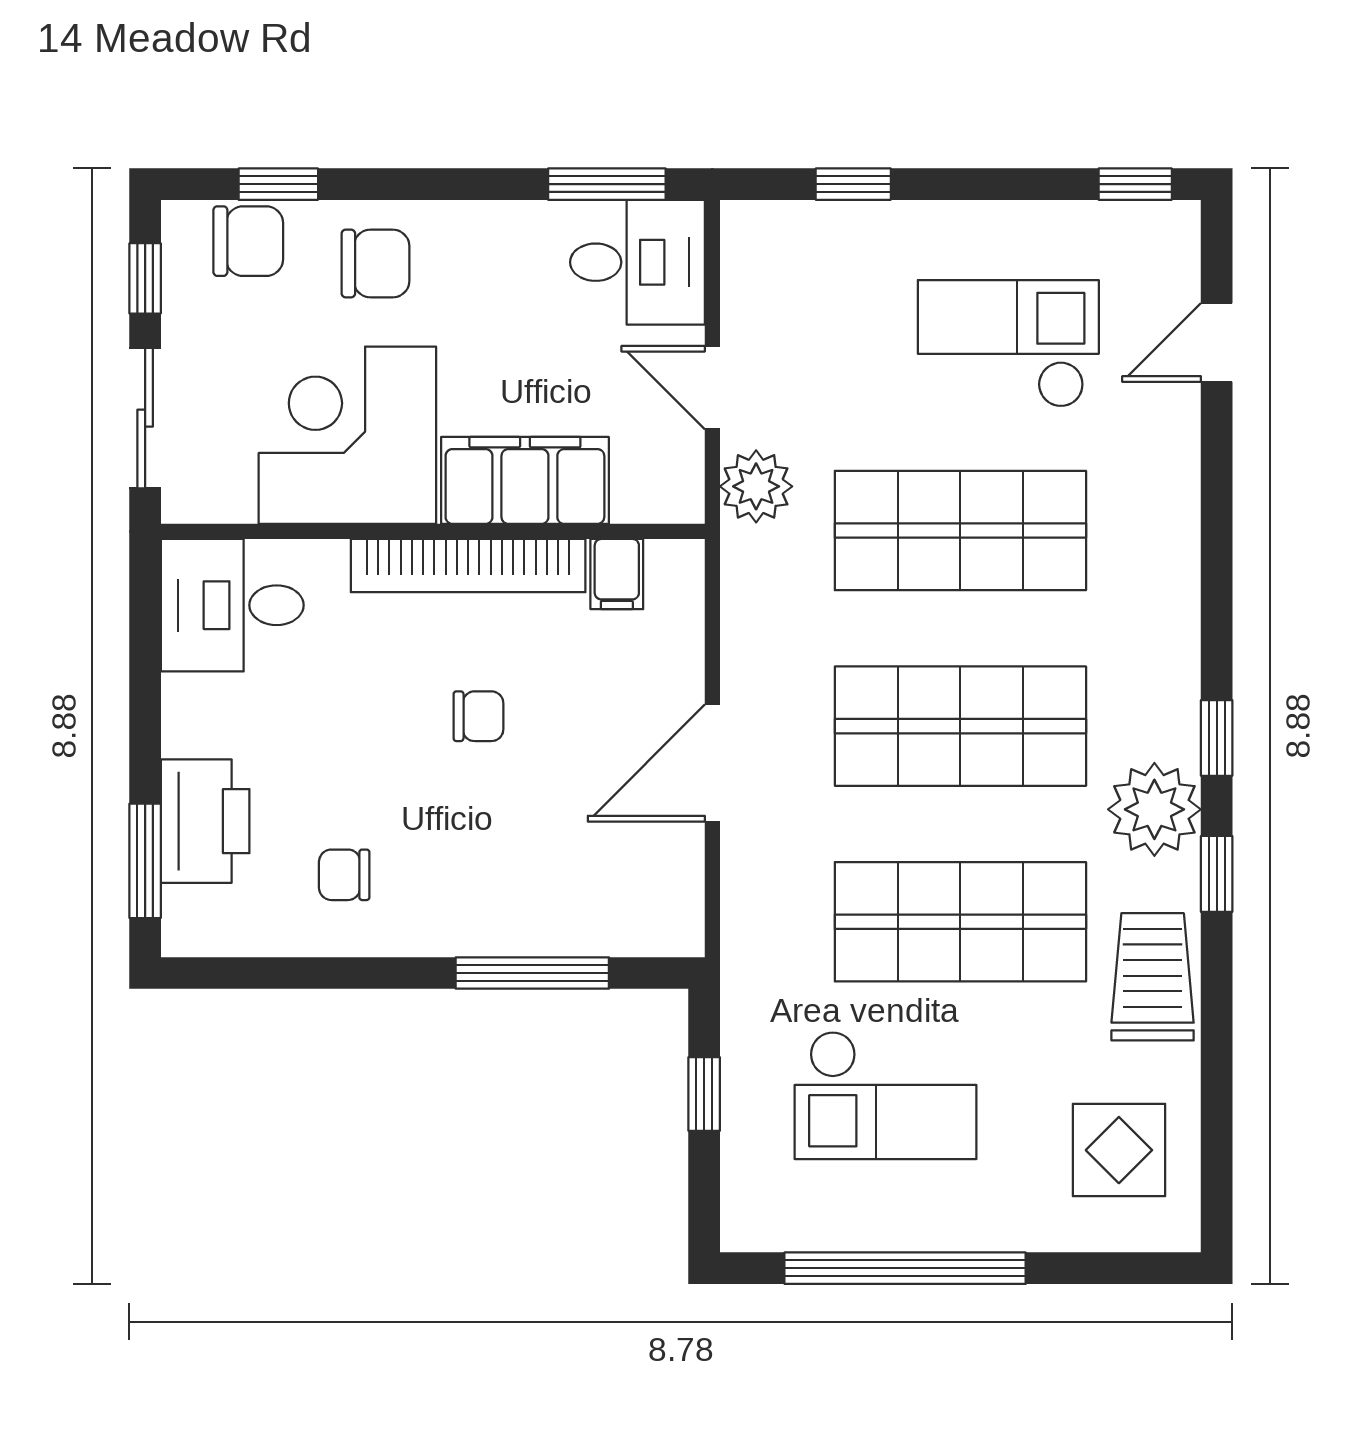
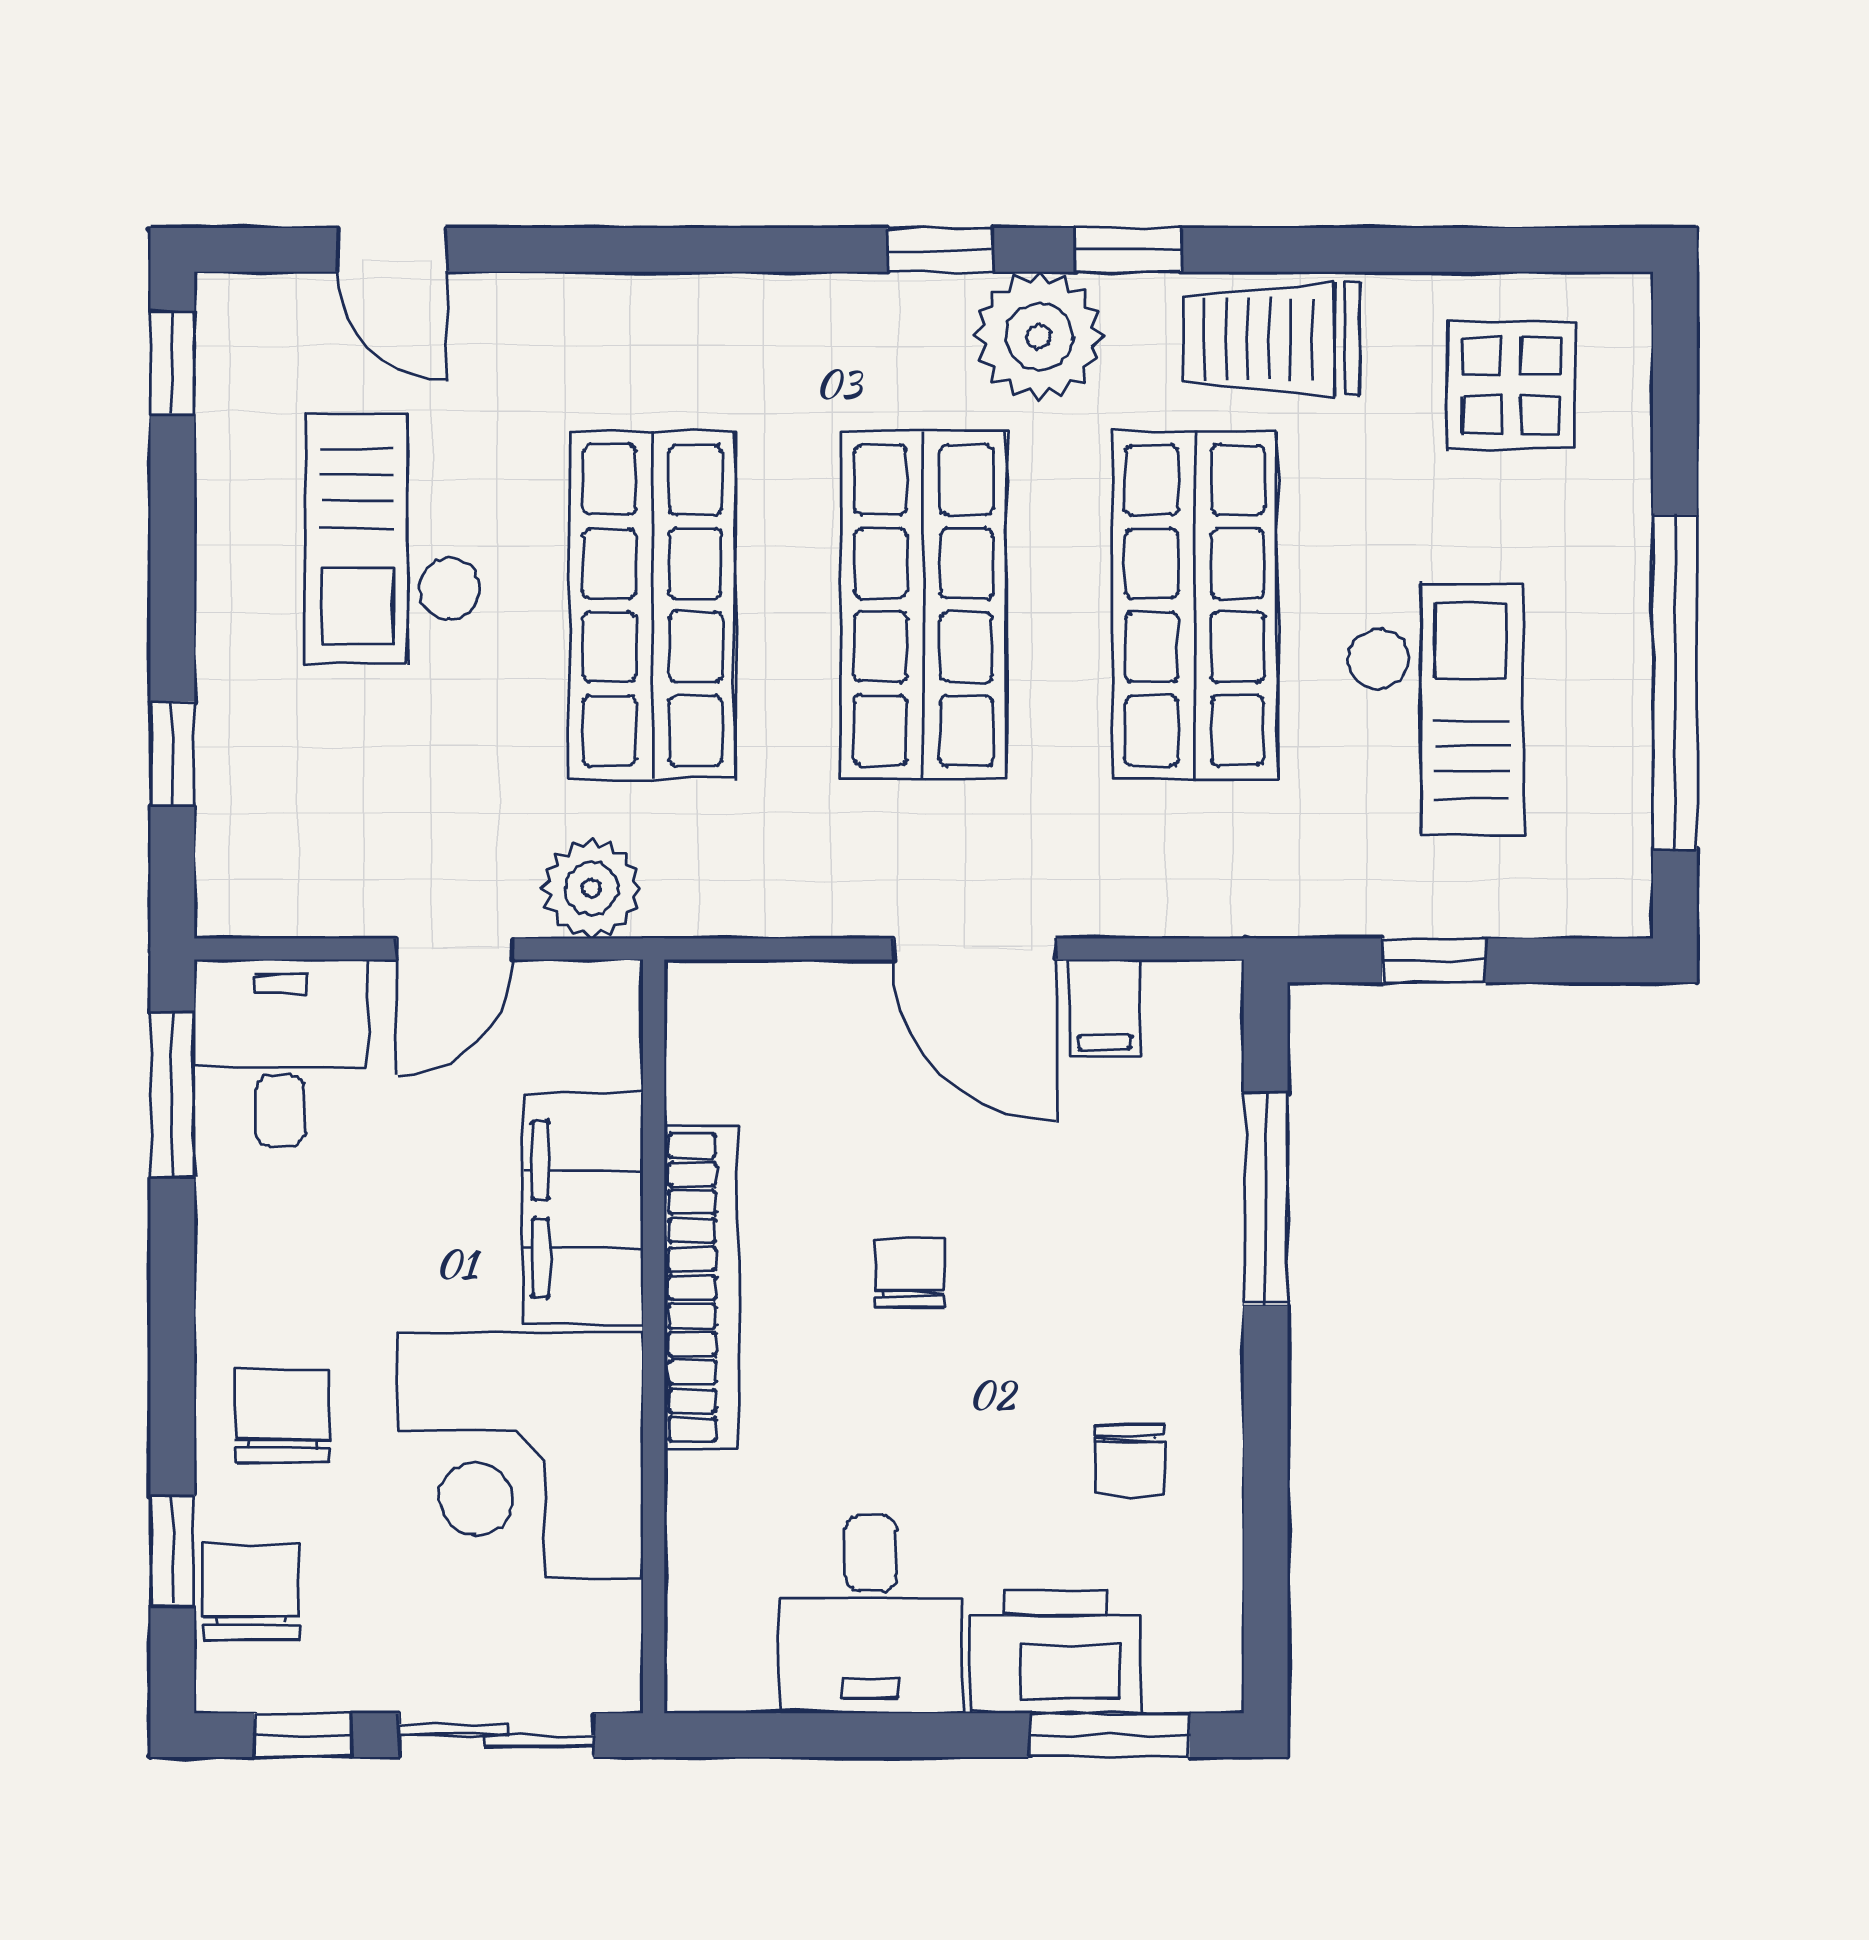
filing cabinet: (617, 574) -> (1105, 1008), moved, turned 90
desk: (232, 605) -> (871, 1614), moved

